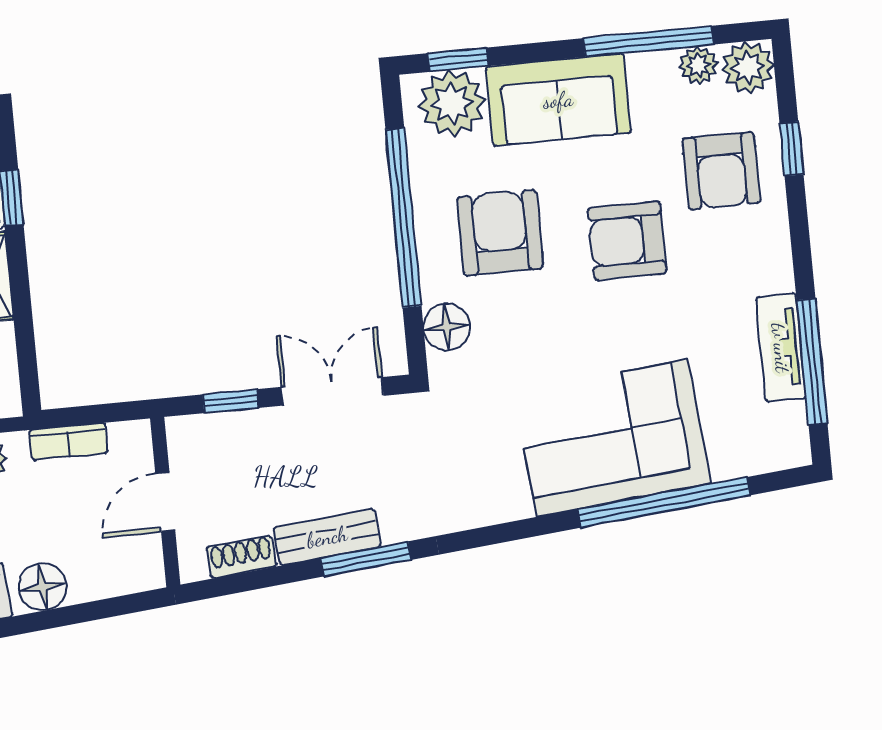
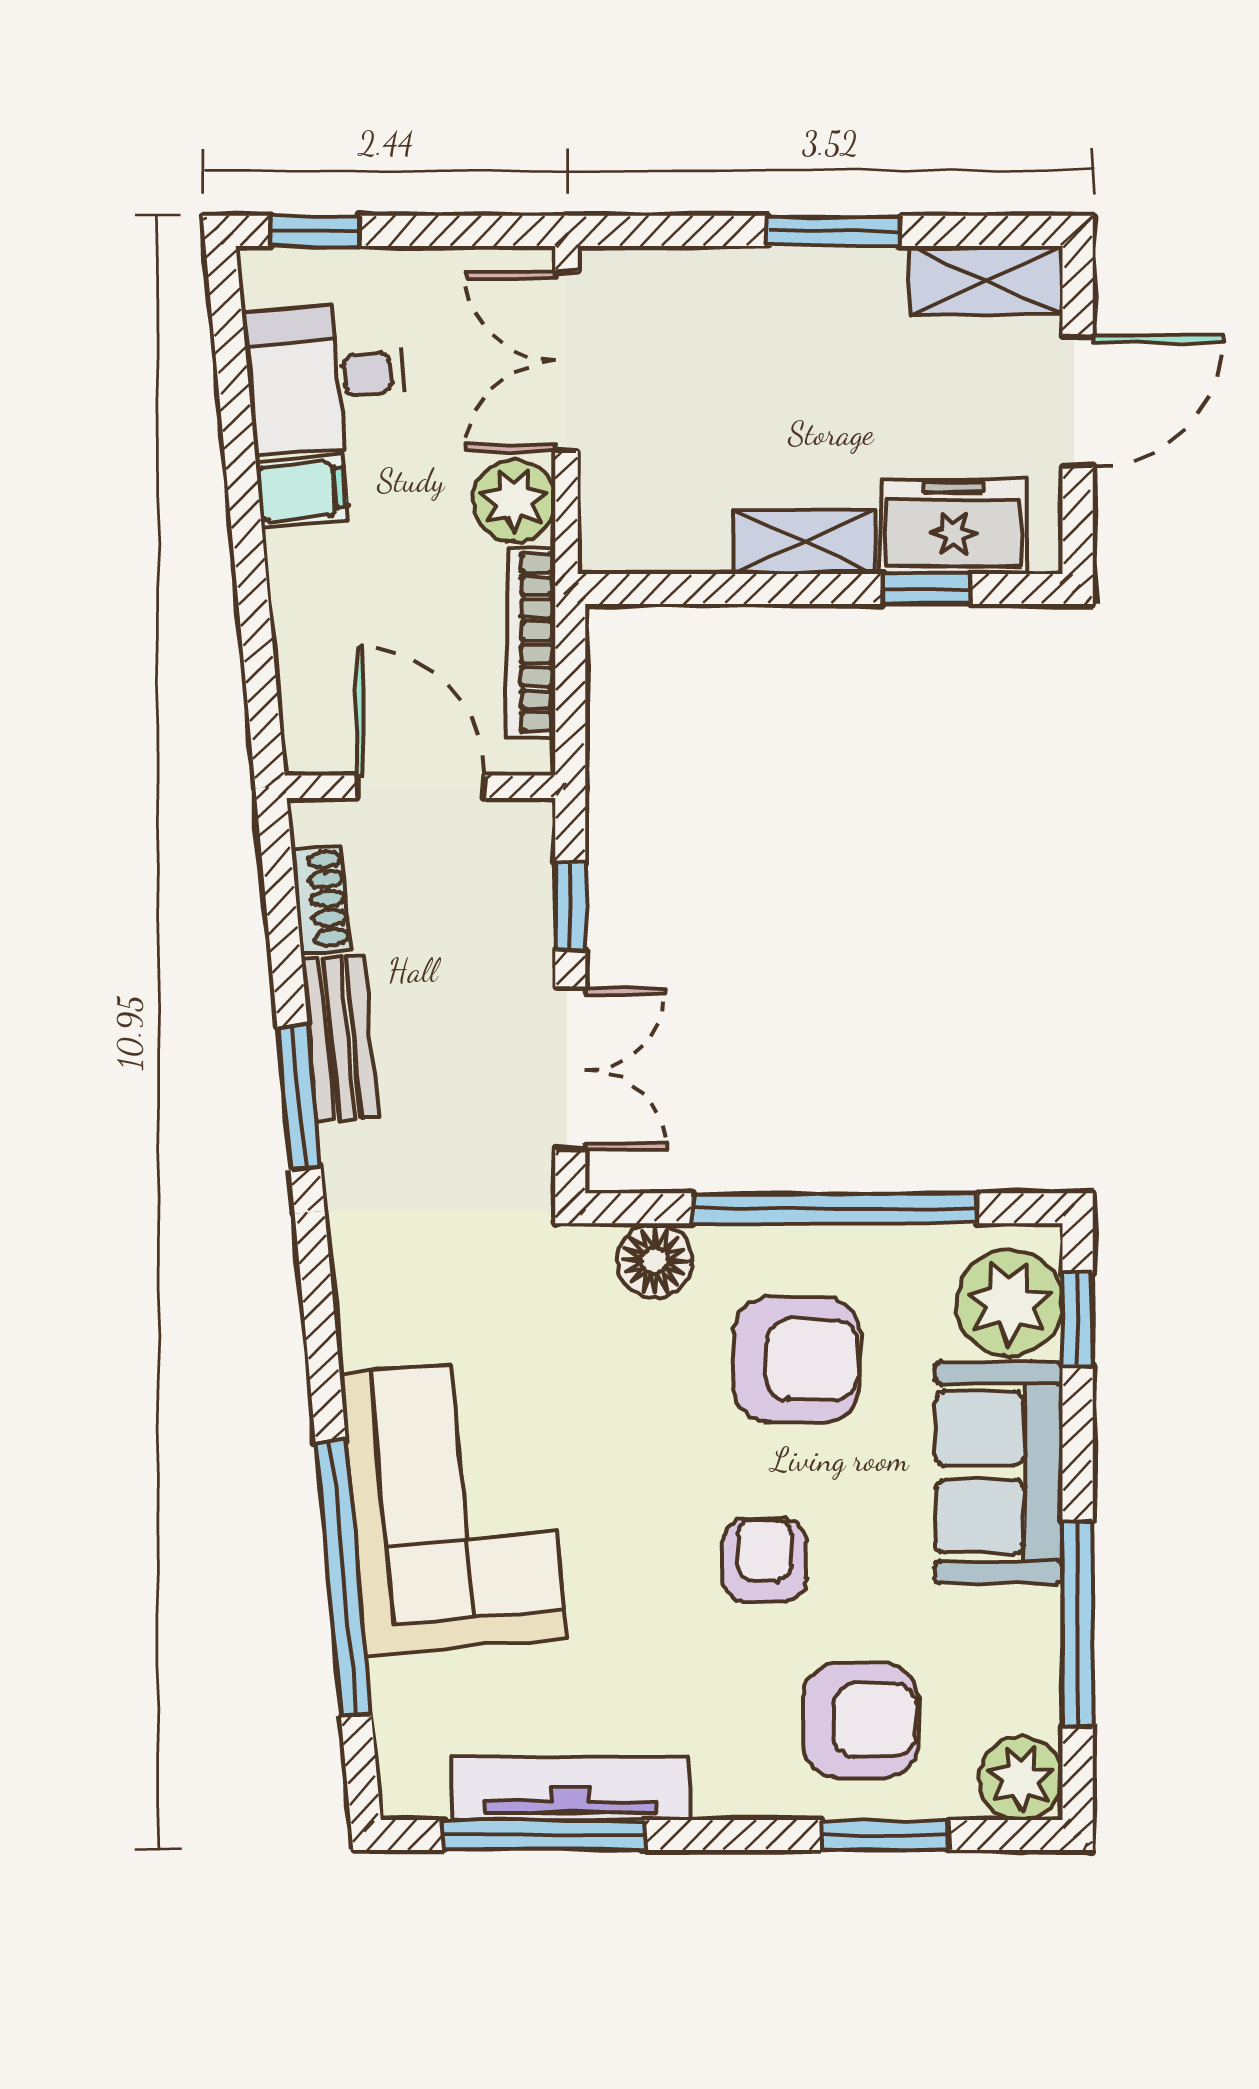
plant: (698, 65) -> (1032, 1700), removed
window: (791, 149) -> (885, 1835), width x1.50
armchair: (721, 171) -> (861, 1720), turned 180
armchair: (627, 241) -> (765, 1560), width x0.72, depth x0.72
tv unit: (781, 348) -> (571, 1788), width x1.41
bookcase: (69, 441) -> (531, 642), width x1.56
door: (165, 502) -> (420, 787), width x1.38
floor lamp: (43, 587) -> (304, 579), removed

